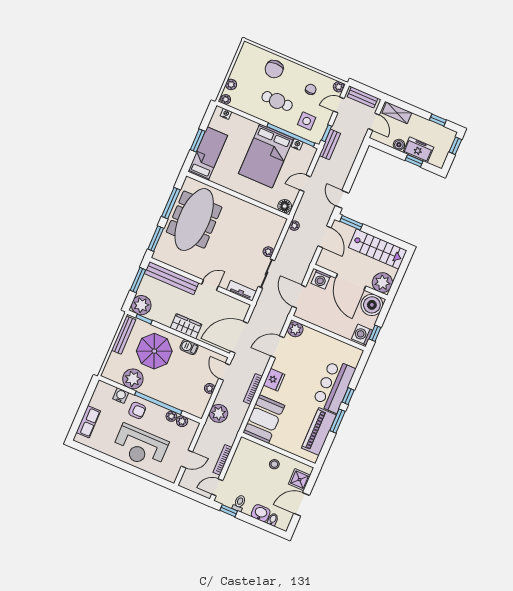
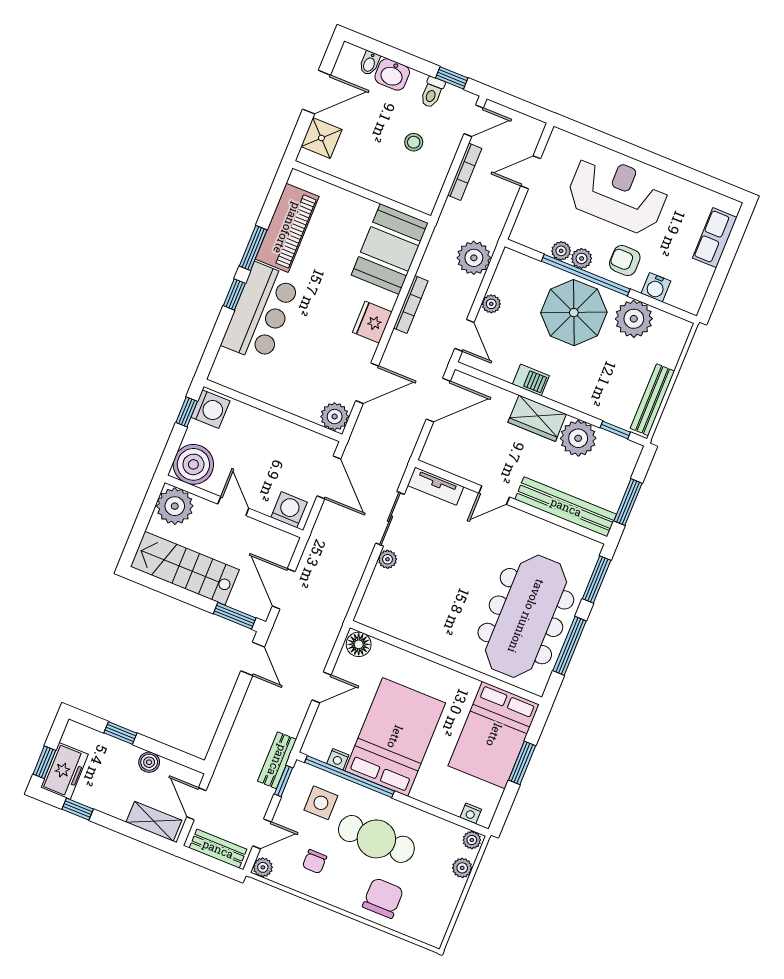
cafe table: (277, 101) -> (376, 839), width x1.37, depth x1.35
freezer: (418, 150) -> (64, 771), moved, turned -90
bed: (208, 154) -> (494, 735), width x1.50
plant: (294, 226) -> (340, 609), removed
door: (351, 282) -> (233, 506), width x0.53
plant: (141, 305) -> (578, 438), moved
door: (239, 337) -> (438, 400), width x0.73
parasol: (154, 351) -> (574, 313), moved
plant: (182, 421) -> (582, 258), moved
stool: (274, 464) -> (414, 142), moved

